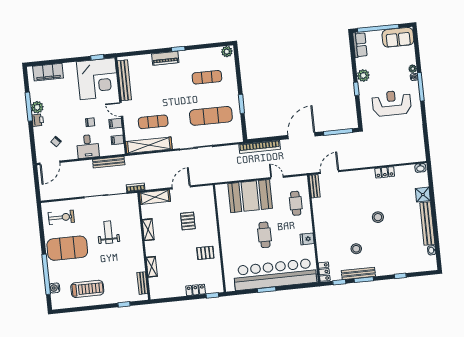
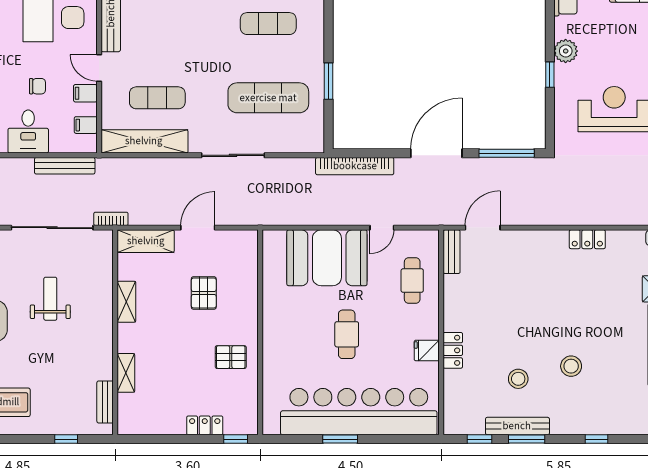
door: (277, 177) -> (382, 228), swing flipped
stool: (378, 217) -> (571, 366), moved
locker: (324, 272) -> (453, 350), moved

